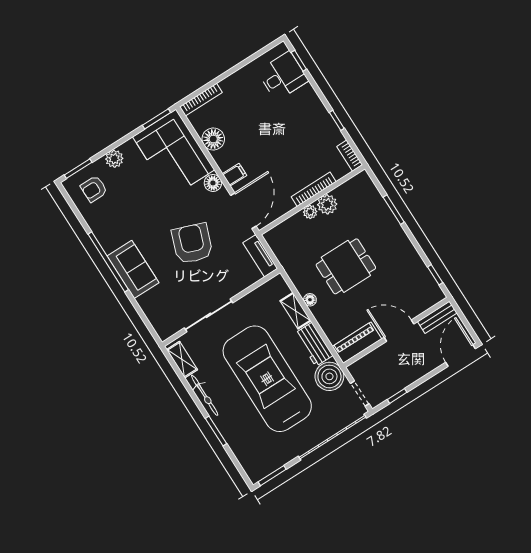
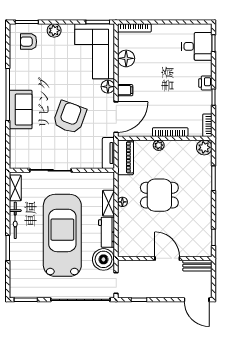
printer: (318, 110) -> (205, 83), added
plant: (327, 204) -> (204, 147), moved
piano: (357, 343) -> (125, 157), moved, turned 90
door: (461, 355) -> (197, 300), swing flipped

